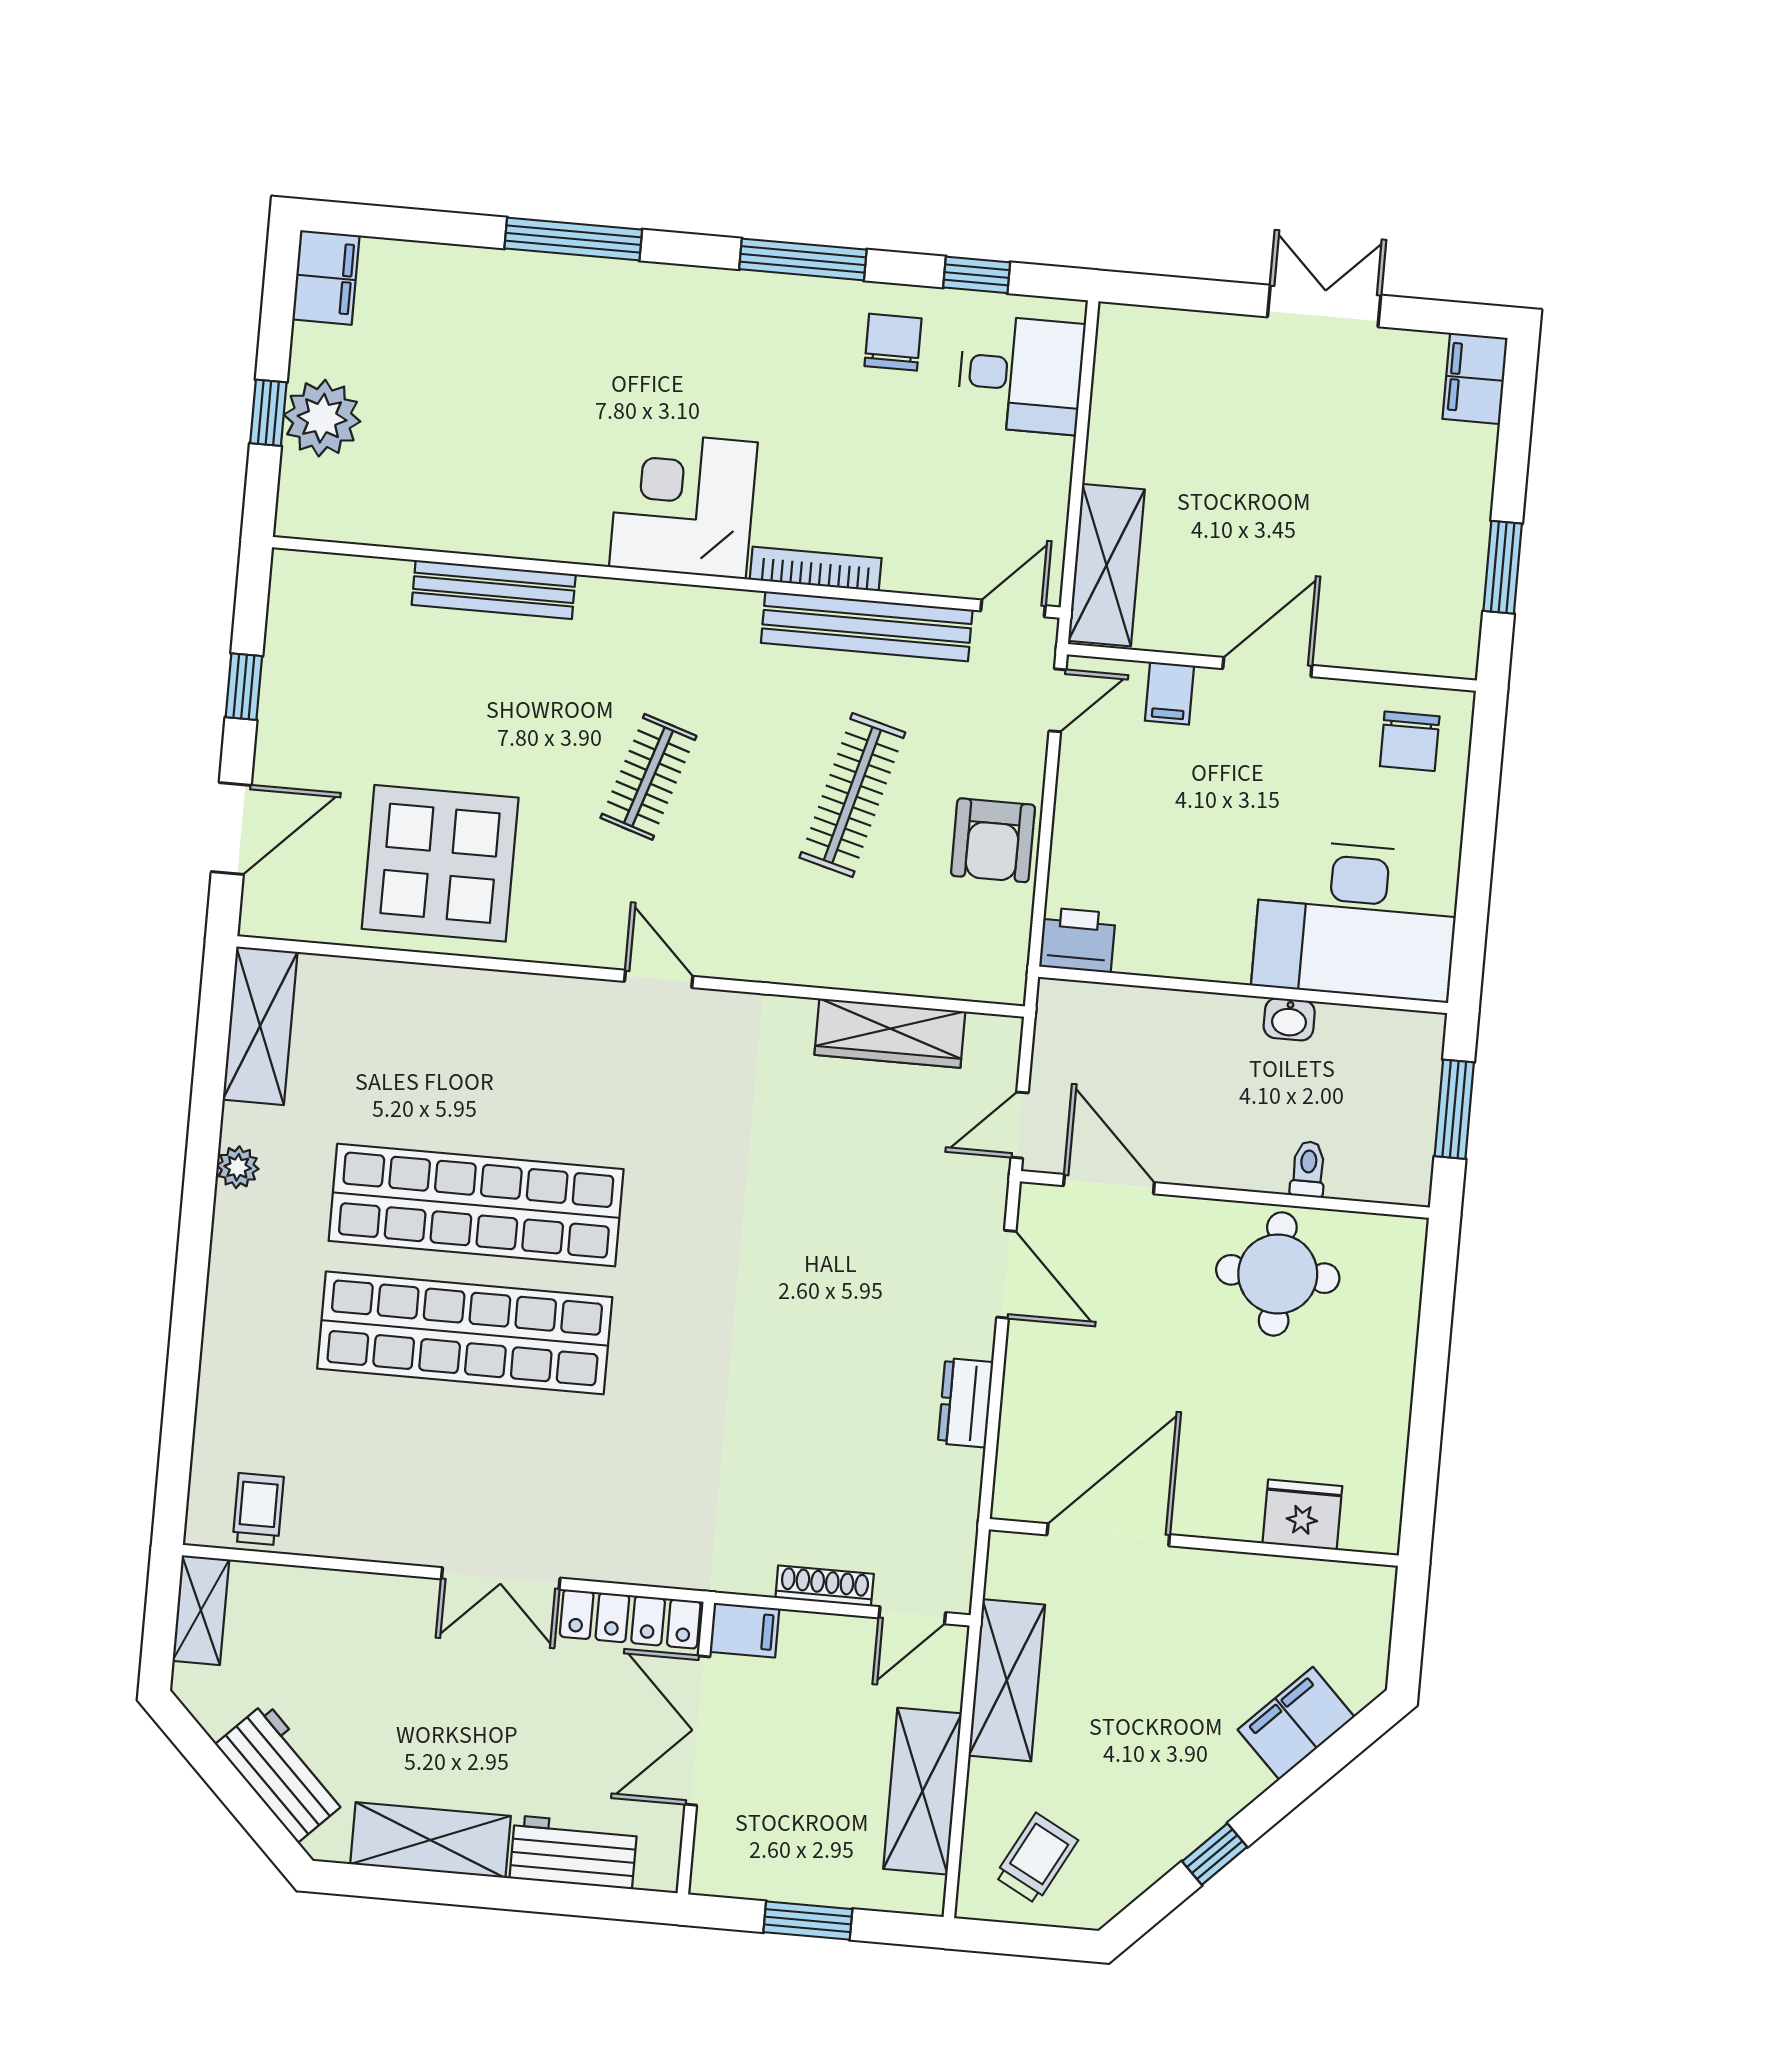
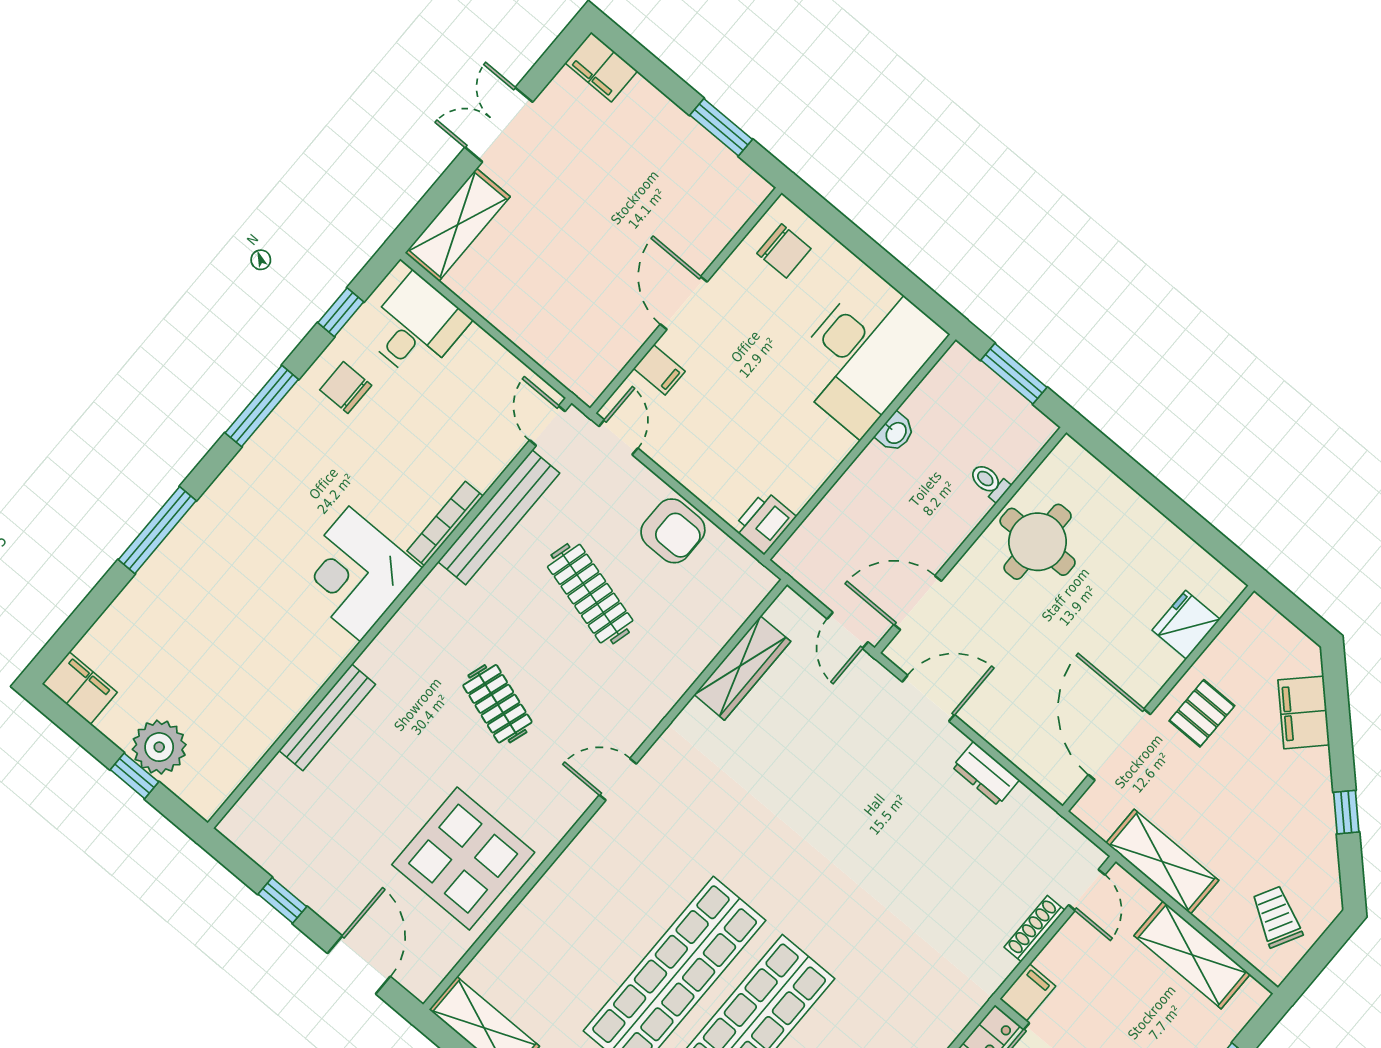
shelving: (1106, 565) -> (458, 225), moved, turned 90
pallet: (1212, 1605) -> (1202, 713), added

